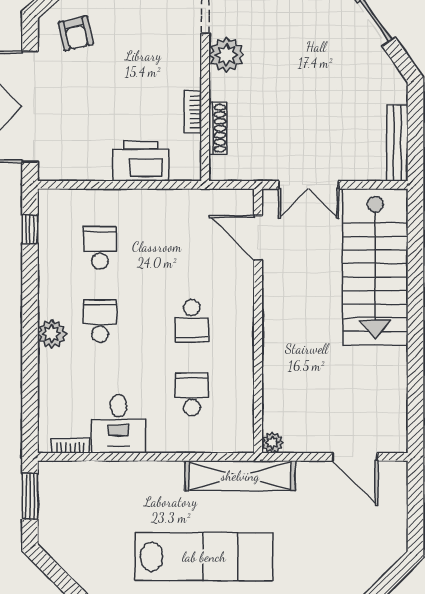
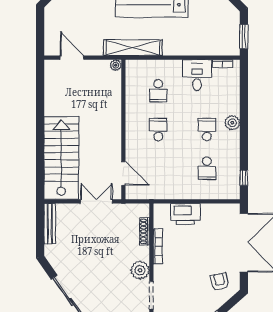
bookcase: (193, 112) -> (158, 246), width x1.56
school desk: (100, 321) -> (207, 130), turned 180

